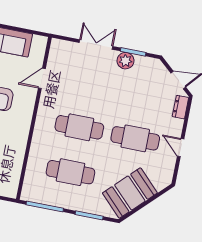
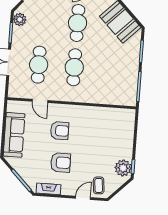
plant: (125, 61) -> (20, 20), moved
cafe table: (70, 172) -> (39, 65), moved

